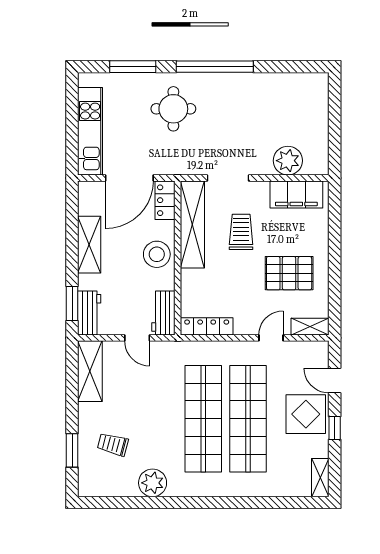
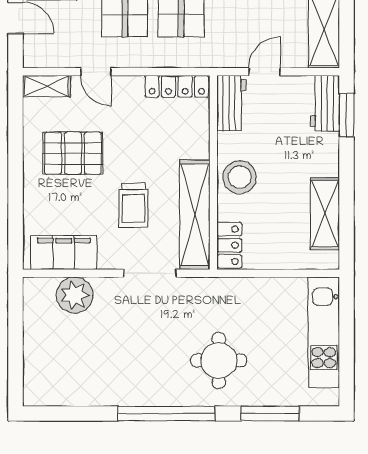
door: (129, 178) -> (274, 273), removed
shelving: (89, 245) -> (325, 214), moved
door: (137, 338) -> (265, 72), hinge flipped
door: (271, 338) -> (96, 72), hinge flipped

